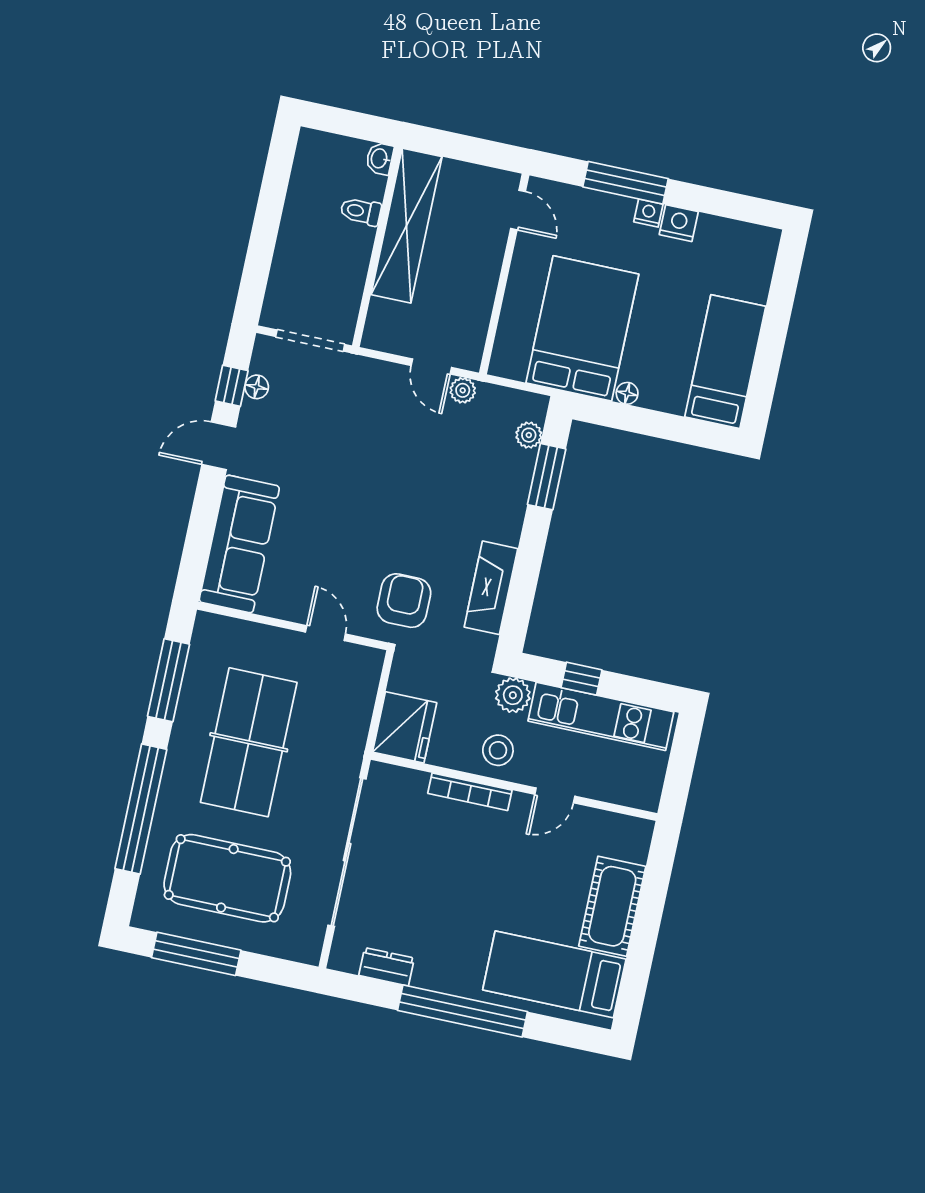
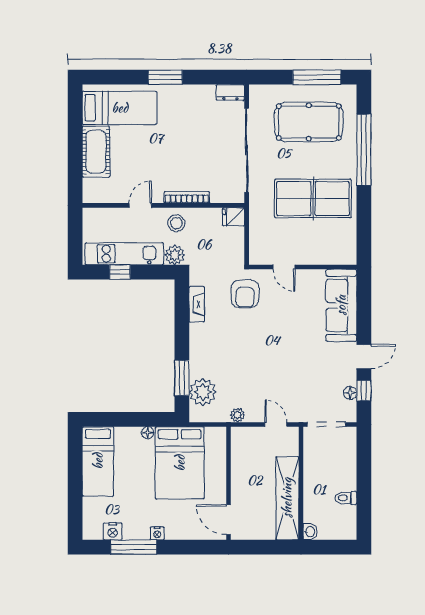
window: (626, 183) -> (134, 547), moved
door: (518, 210) -> (229, 520), width x1.38
toilet: (361, 211) -> (346, 498), moved, turned 180
nightstand: (679, 223) -> (113, 531), moved
door: (431, 366) -> (276, 424), moved
plant: (529, 435) -> (203, 392), width x1.87, depth x1.87
fireplace: (491, 588) -> (197, 304), width x0.73, depth x0.76
window: (581, 679) -> (120, 272), moved
window: (168, 680) -> (364, 223), removed
fridge: (405, 727) -> (234, 217), width x0.53, depth x0.75
table tennis table: (249, 742) -> (313, 199), turned 90
dresser: (387, 967) -> (230, 92), moved
window: (462, 1011) -> (165, 77), width x0.47

